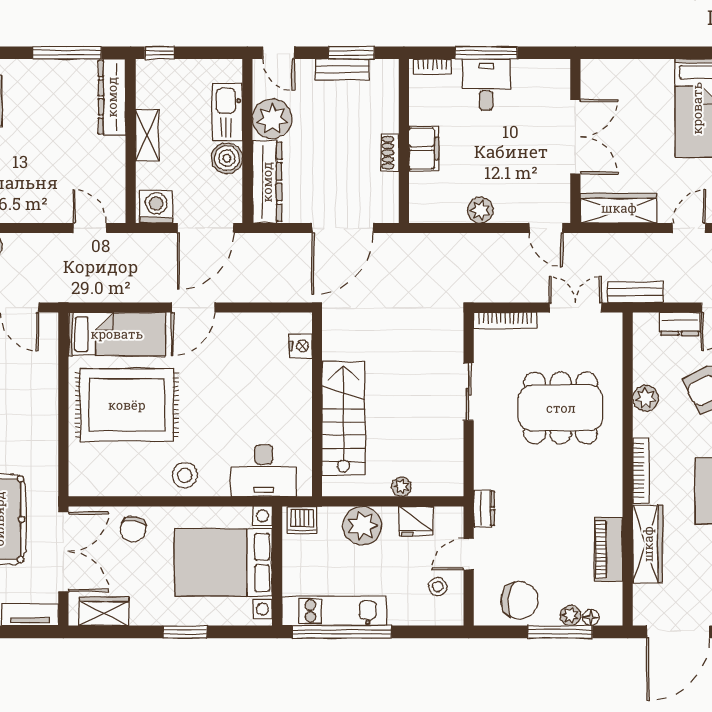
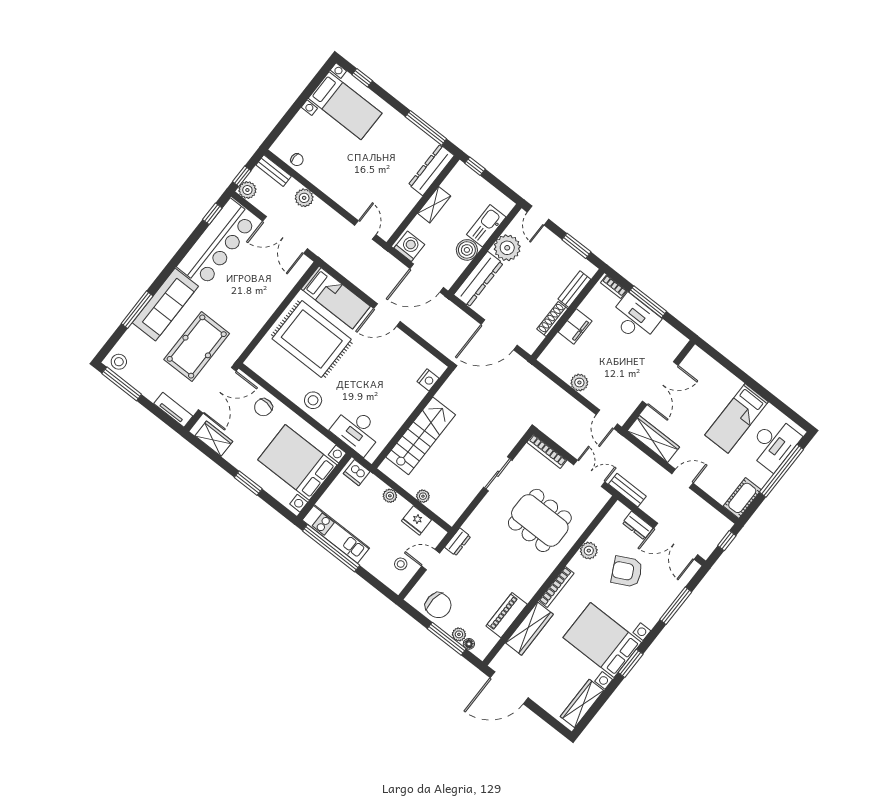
bench: (342, 69) -> (574, 289), moved, turned 90
desk: (486, 85) -> (635, 319), width x1.37
shoe rack: (390, 153) -> (552, 319), width x1.43
plant: (362, 526) -> (390, 496), width x0.53, depth x0.53

